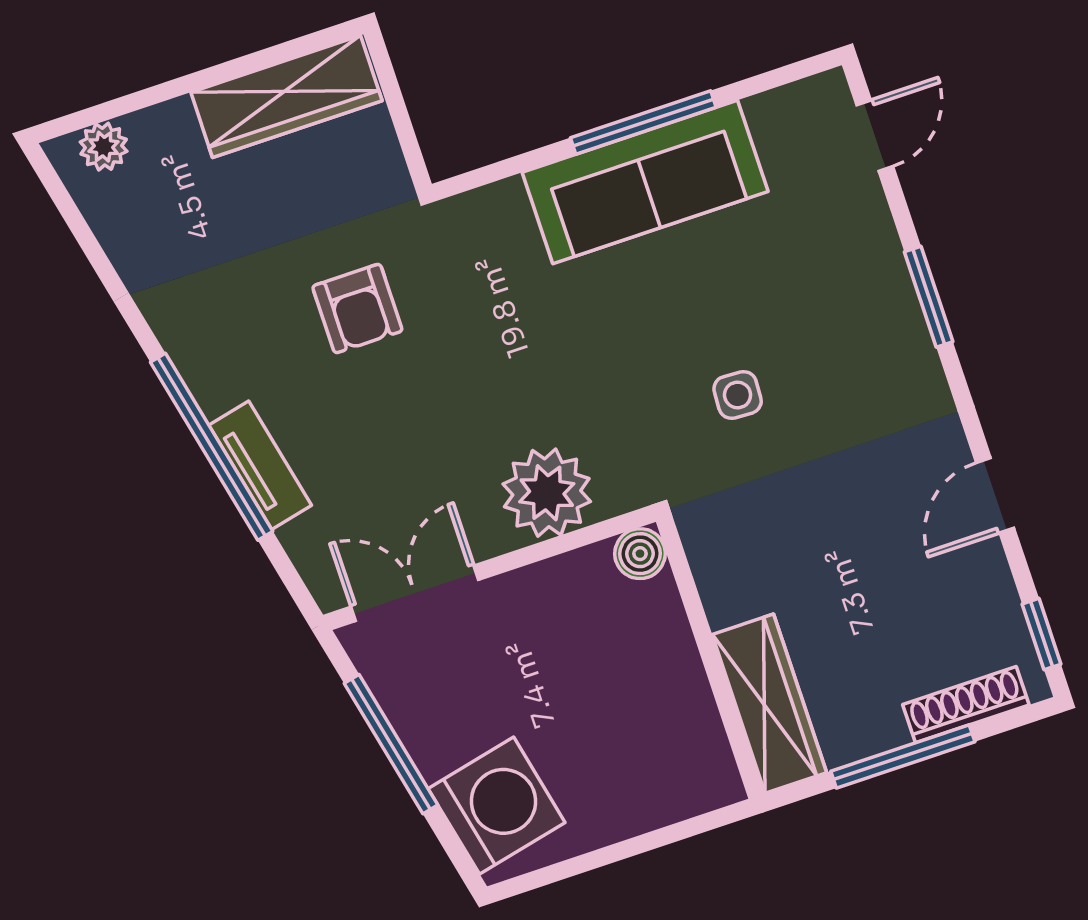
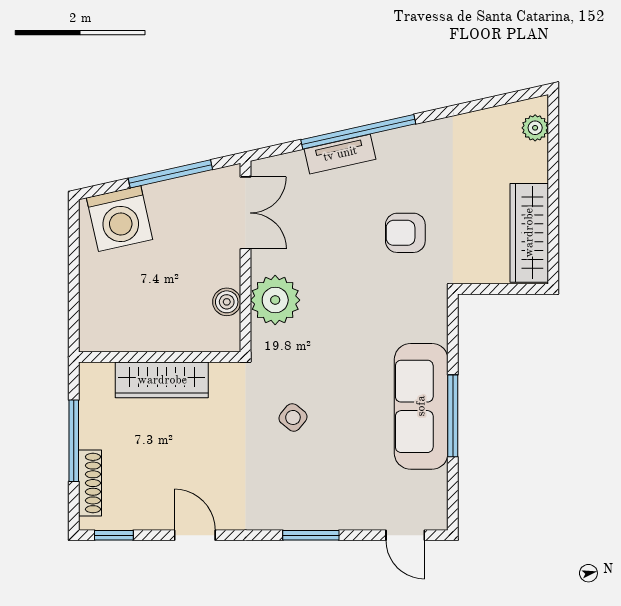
side table: (738, 395) -> (293, 417), turned 36
boiler: (640, 554) -> (227, 302), moved
wardrobe: (769, 704) -> (162, 380), moved

